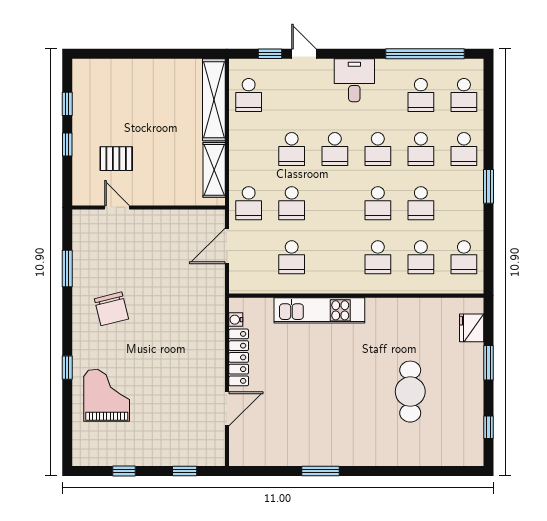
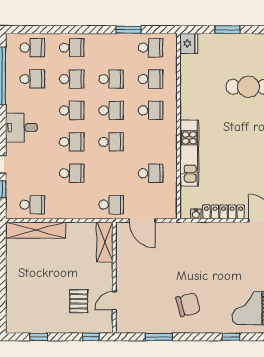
window: (67, 144) -> (91, 337), moved
shelving: (214, 170) -> (105, 242), moved, turned 90
window: (489, 186) -> (129, 30), moved
school desk: (292, 203) -> (111, 142), moved
fridge: (472, 328) -> (189, 43), moved, turned -90

